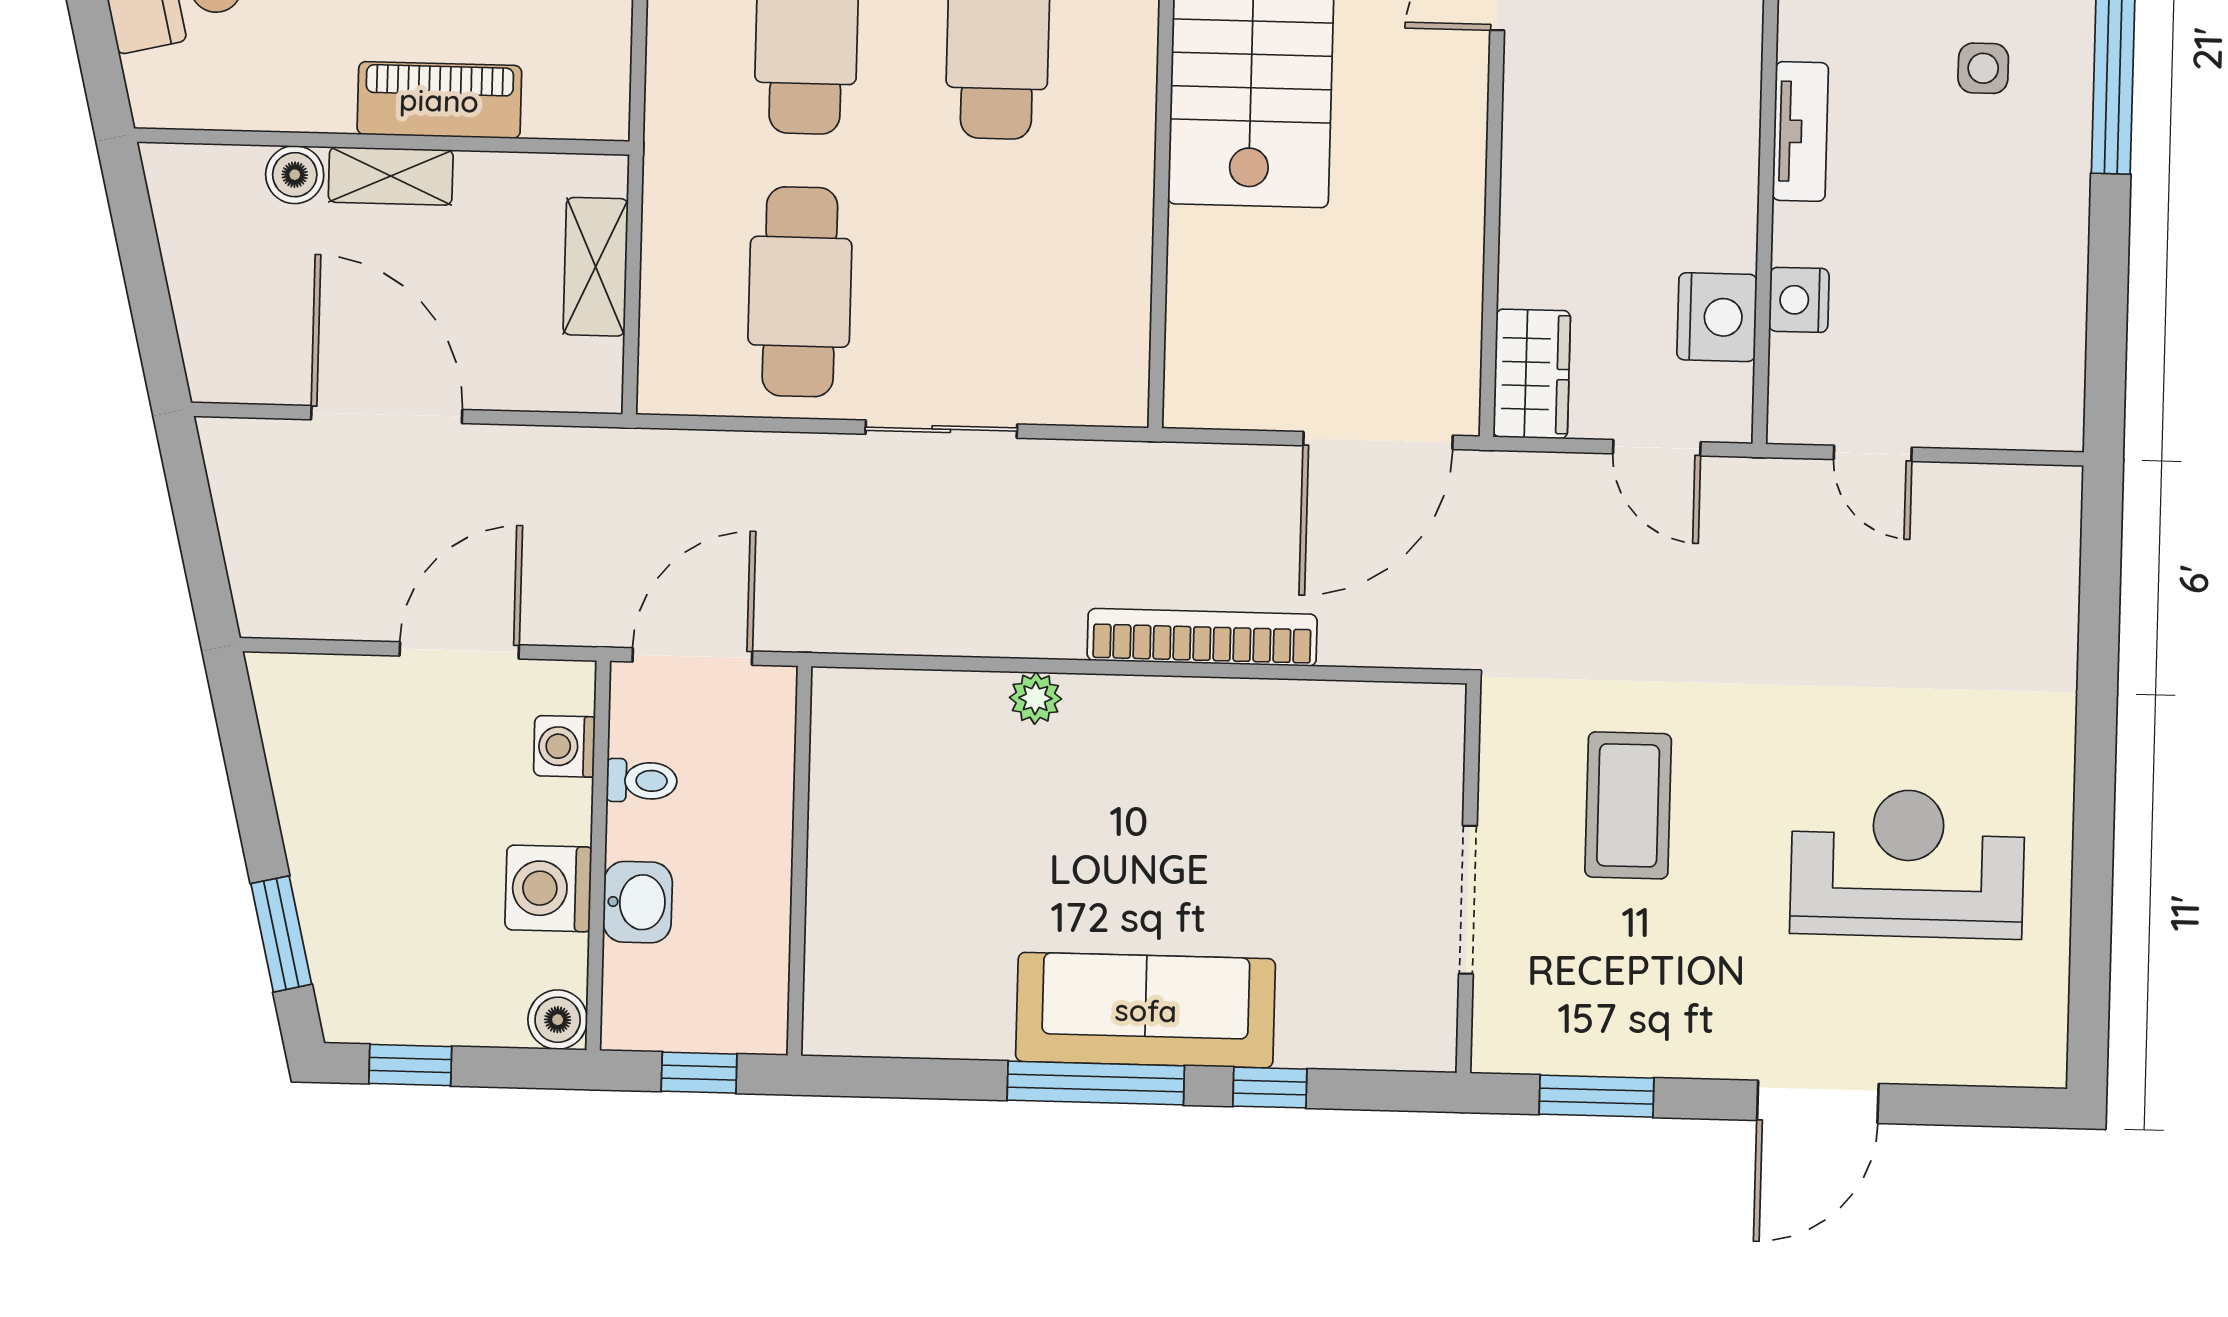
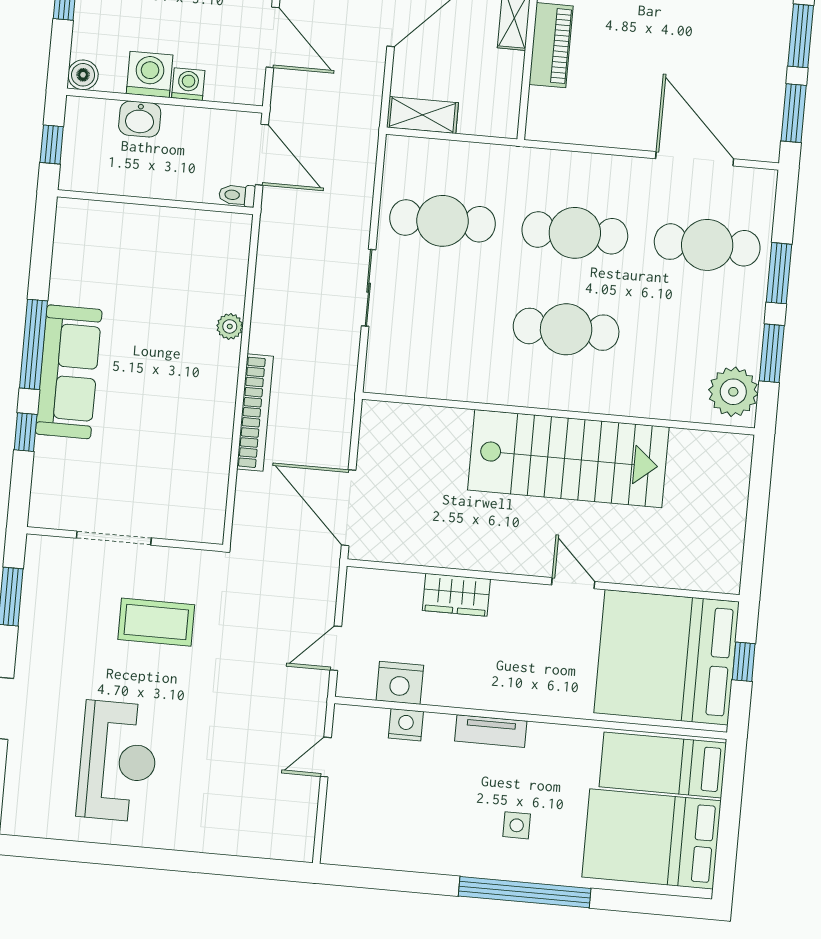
shelving: (596, 267) -> (422, 115), moved
wardrobe: (1532, 374) -> (456, 595), moved
washing machine: (564, 746) -> (188, 84), moved
toilet: (642, 781) -> (237, 195), moved, turned 90

